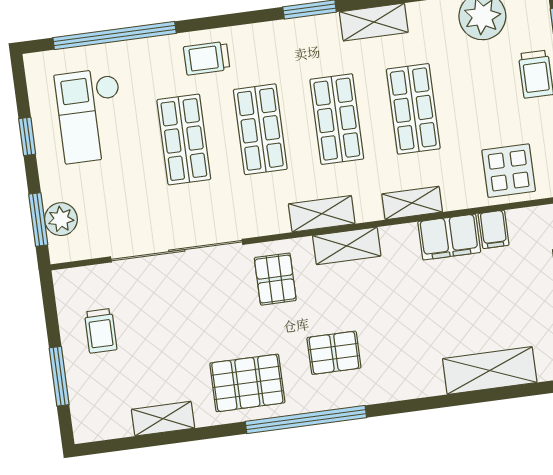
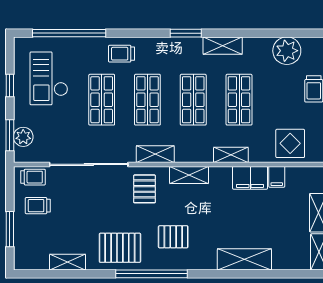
shelving: (322, 214) -> (155, 154), moved
trolley: (86, 284) -> (33, 177), added
trolley: (101, 331) -> (38, 206), turned 90
shelving: (490, 371) -> (244, 259), moved

